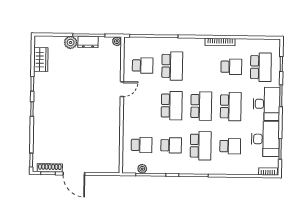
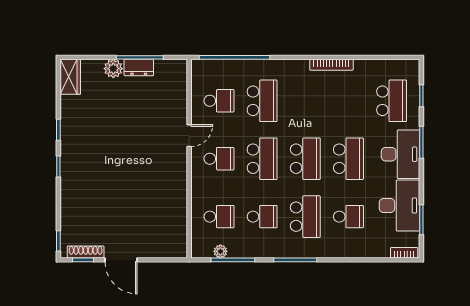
plant: (117, 41) -> (181, 66), removed
wardrobe: (41, 60) -> (70, 77), moved
school desk: (231, 67) -> (219, 159), moved

